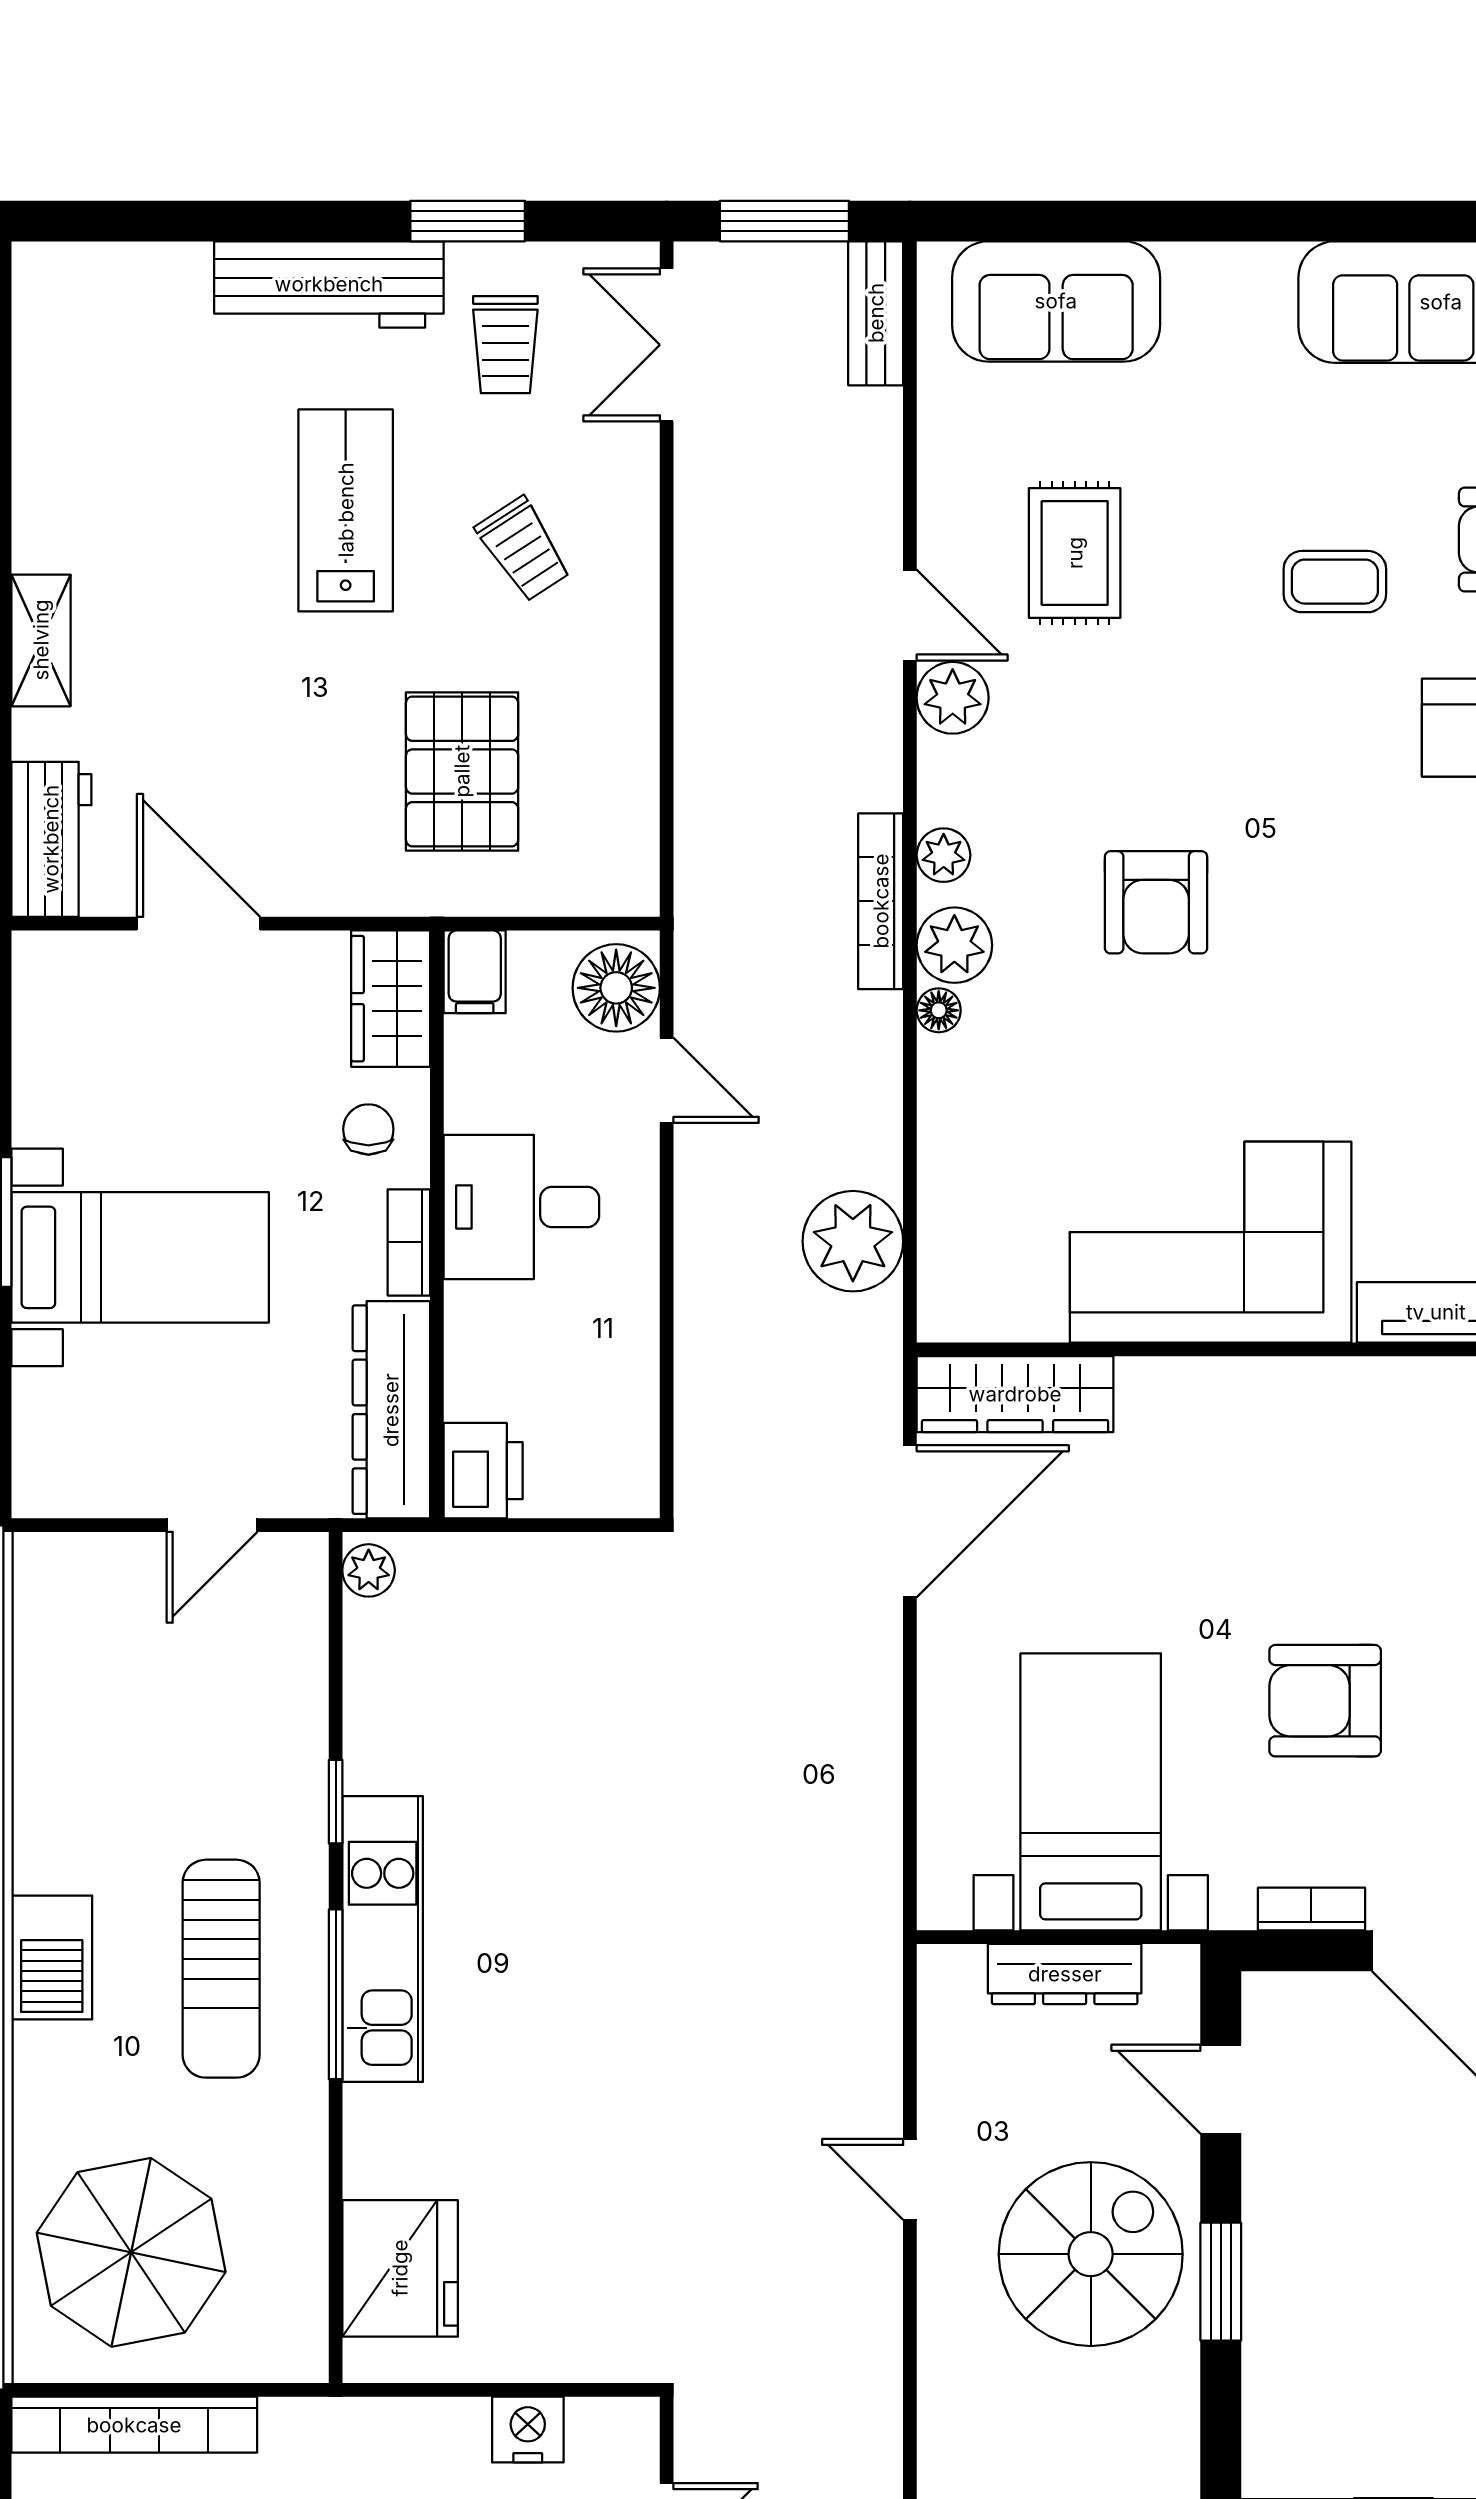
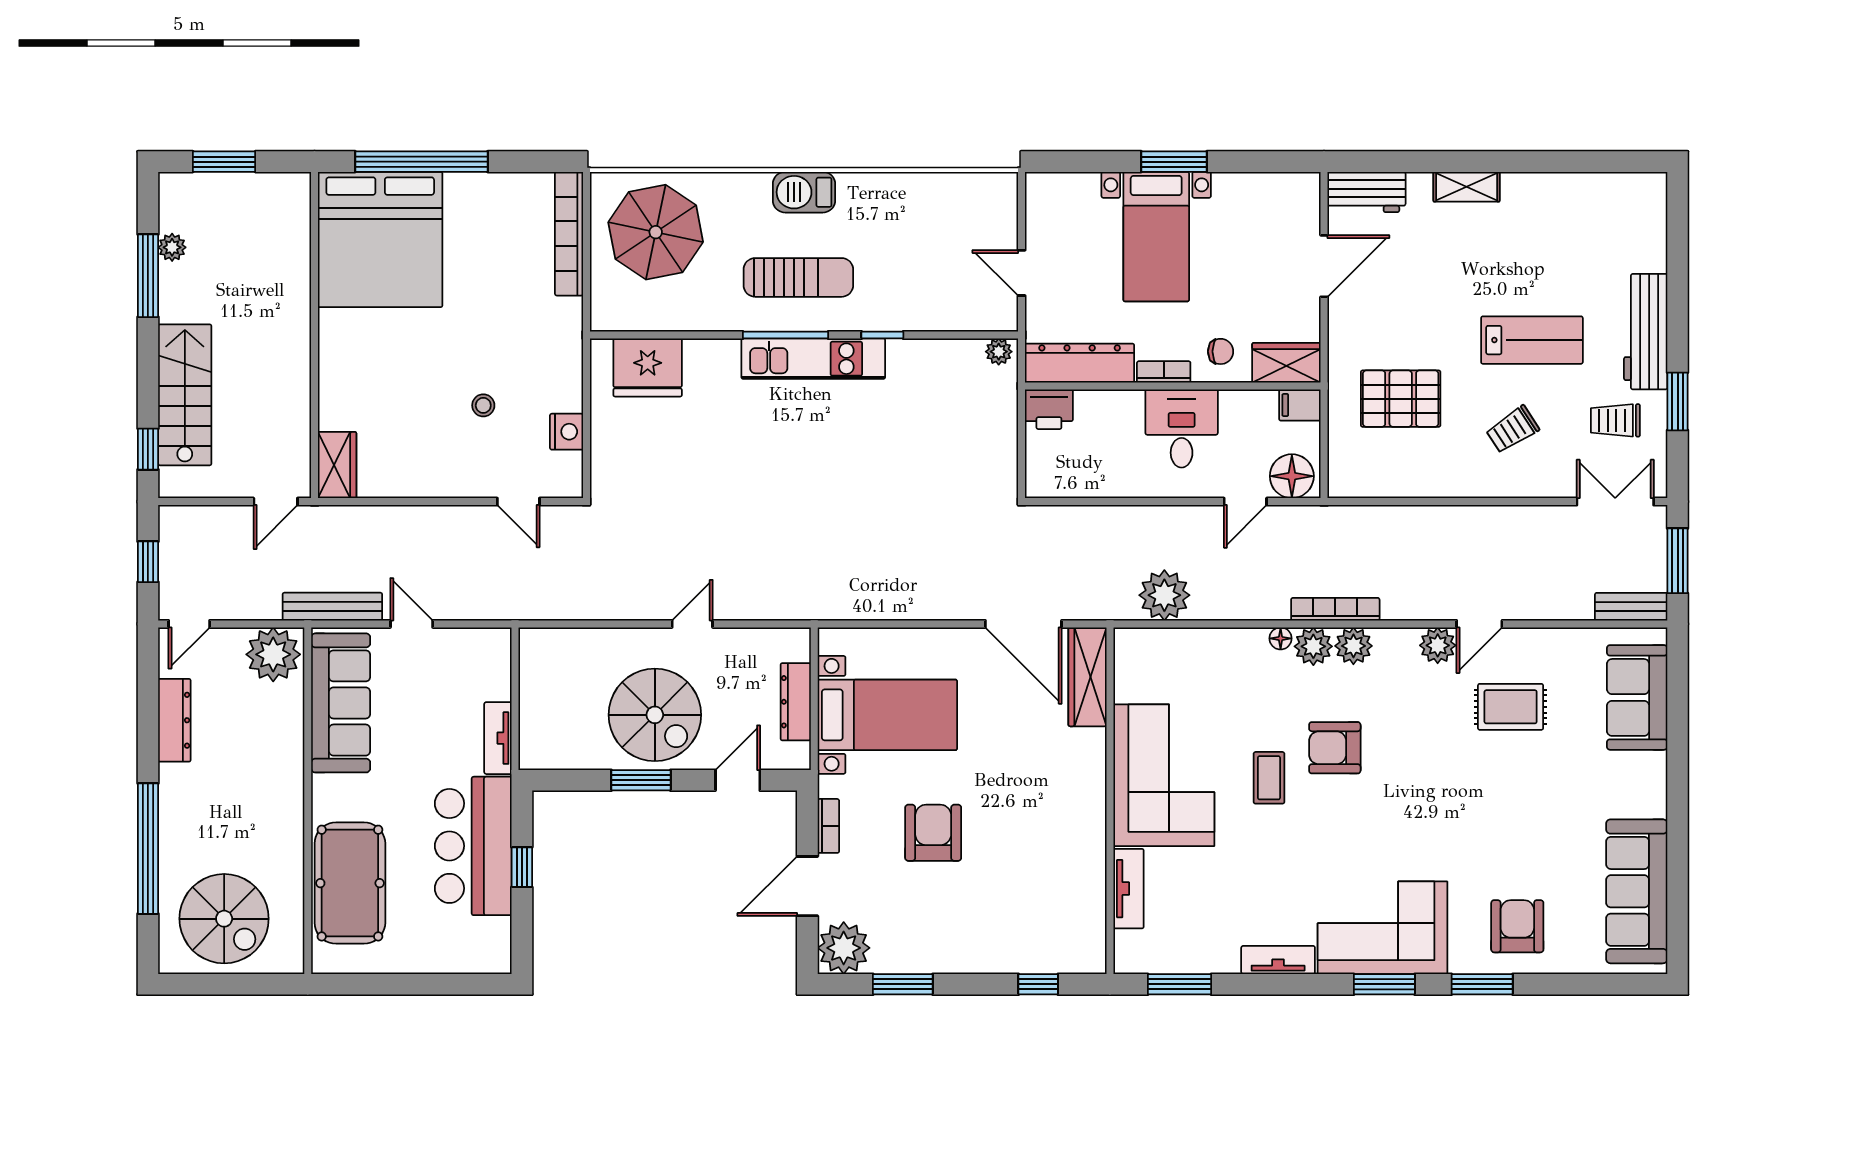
coffee table: (1335, 582) -> (1269, 778), moved
plant: (944, 855) -> (1353, 646), width x1.38, depth x1.38
sun lounger: (221, 1969) -> (798, 277), turned 180

